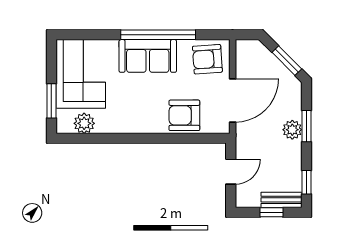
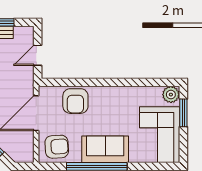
armchair: (184, 115) -> (75, 101), turned 90
plant: (84, 123) -> (171, 95), moved

